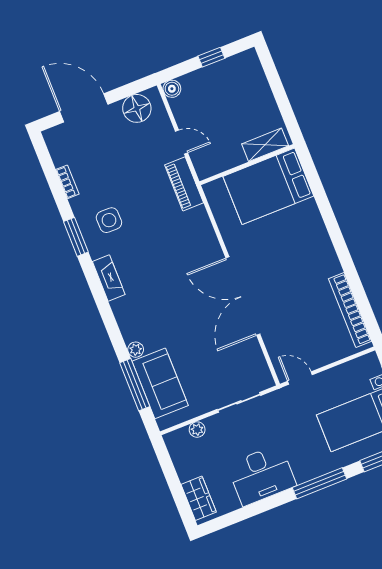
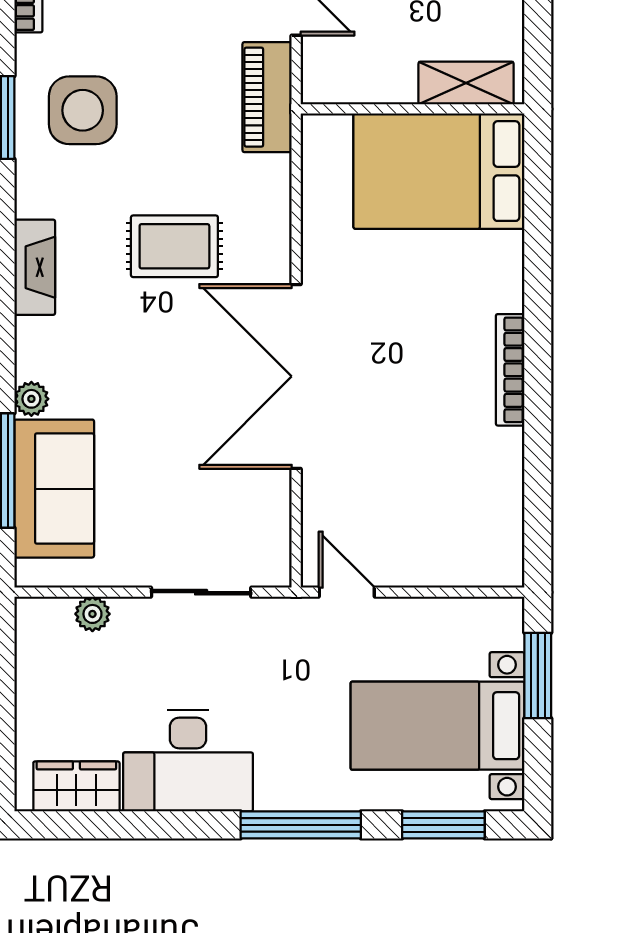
side table: (109, 220) -> (83, 110), width x1.37, depth x1.37
rug: (170, 262) -> (174, 246), added
fireplace: (109, 278) -> (35, 267), moved
bookcase: (350, 310) -> (510, 370), moved, width x0.68, depth x0.76
wardrobe: (199, 498) -> (76, 786), moved, turned -90

